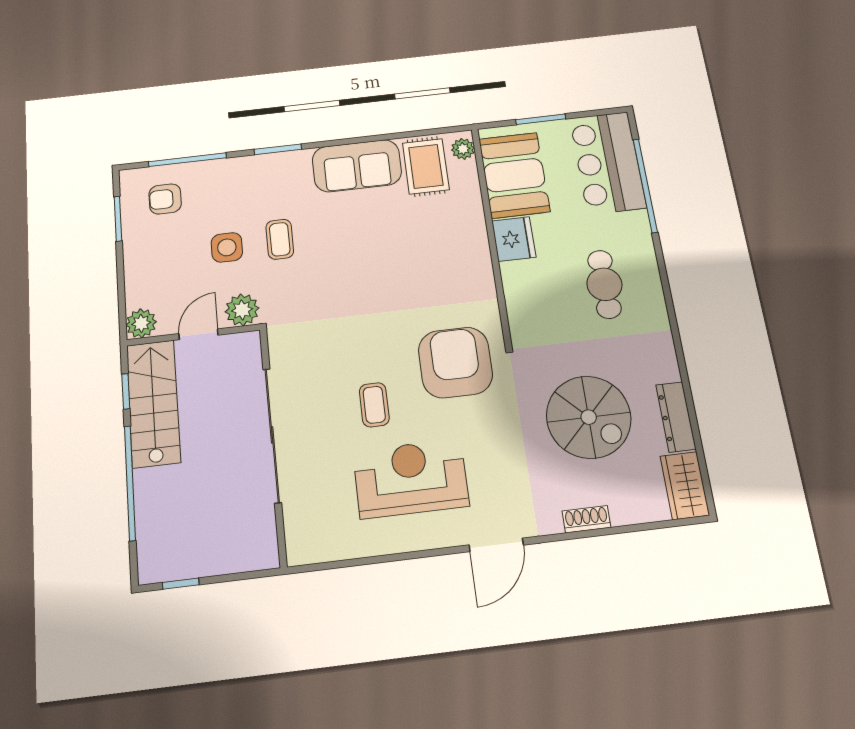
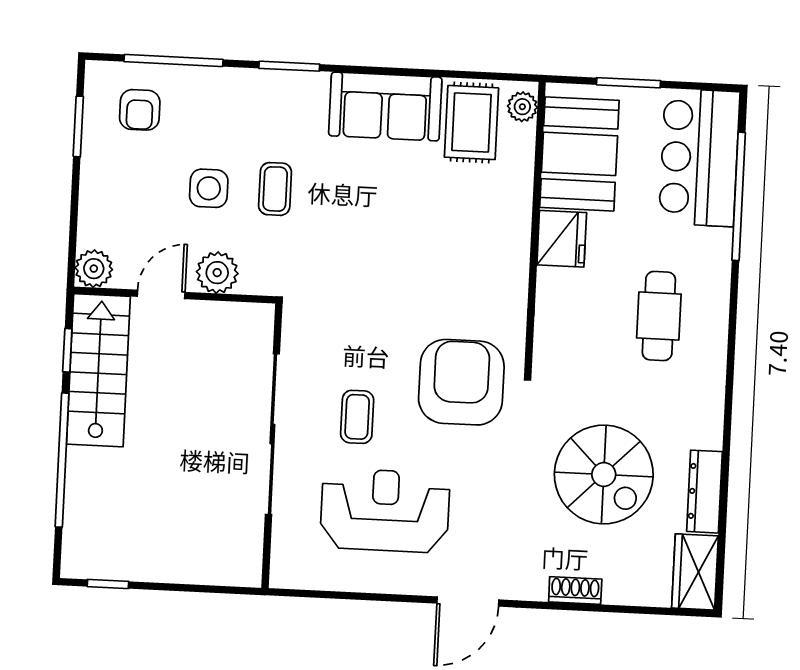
armchair: (165, 199) -> (140, 110), turned -90
sliding door: (272, 435) -> (272, 434), moved
wall: (273, 445) -> (272, 446), moved

